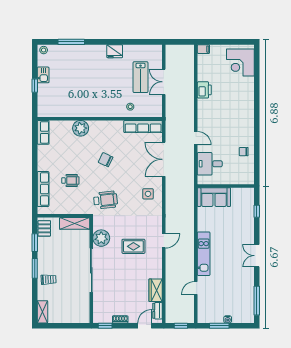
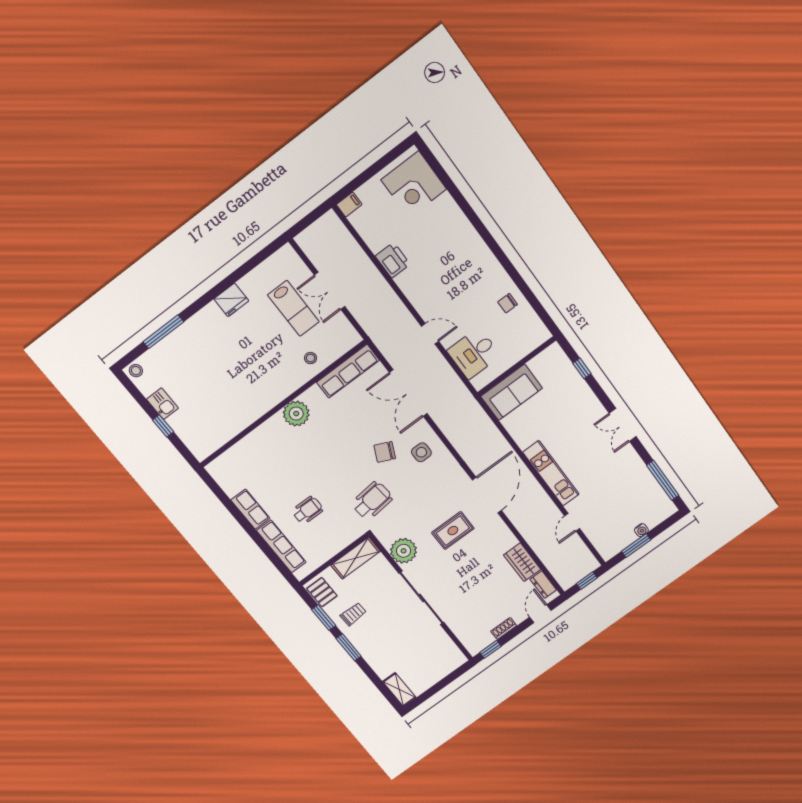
plant: (81, 128) -> (296, 414), moved
row of seats: (43, 132) -> (250, 509), moved
chair: (106, 160) -> (385, 452), moved
door: (164, 241) -> (487, 495), width x1.87
trolley: (49, 280) -> (353, 614), moved

